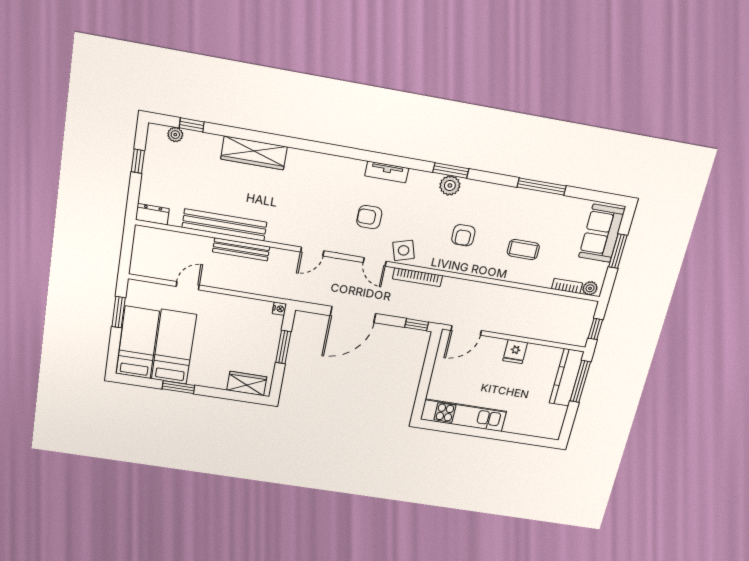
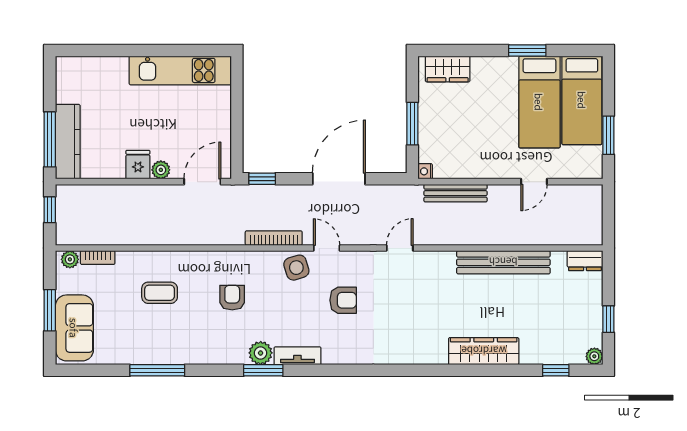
plant: (175, 135) -> (594, 356), moved
tv unit: (387, 172) -> (297, 356), moved
bench: (241, 249) -> (455, 193), moved
plant: (498, 345) -> (161, 170), added

